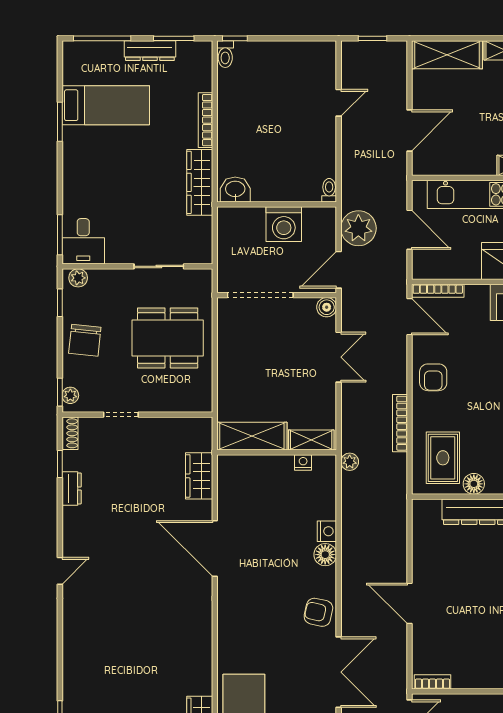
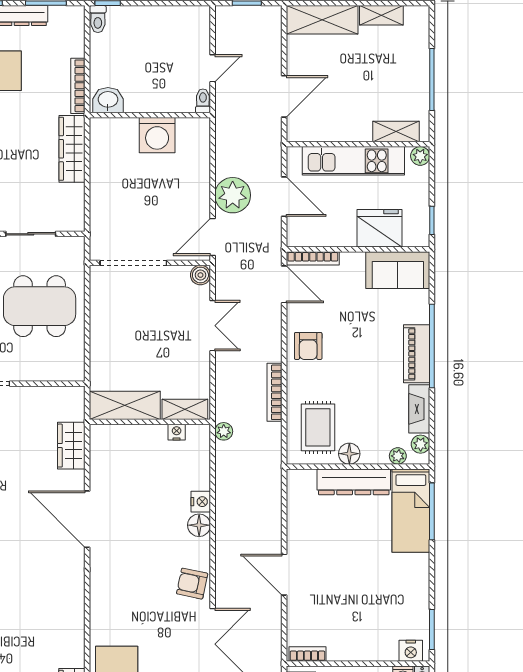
washbasin: (235, 190) -> (108, 100), moved
toilet: (329, 190) -> (203, 101), moved
wall: (277, 204) -> (150, 115), moved
washing machine: (284, 224) -> (157, 135), moved

